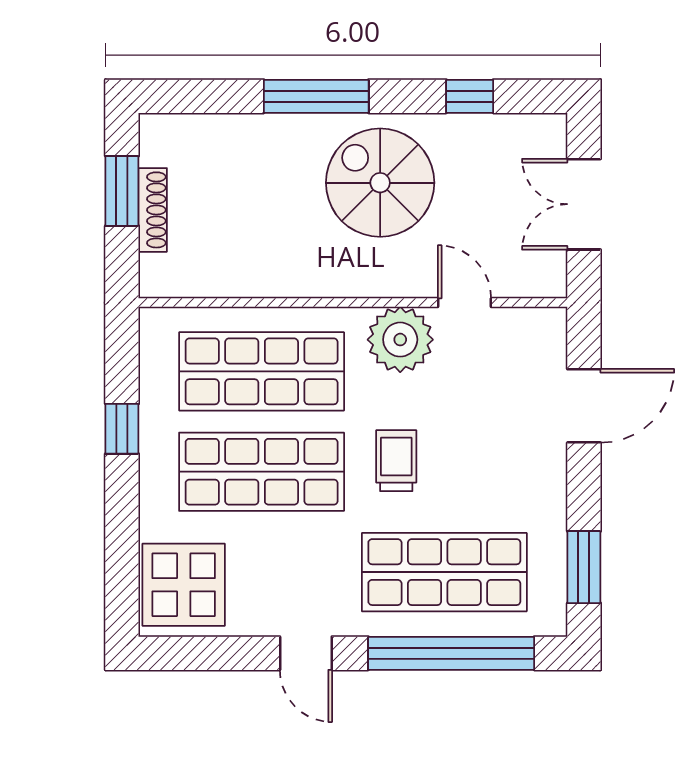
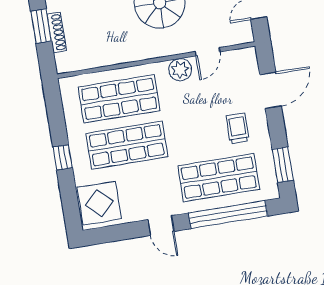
door: (465, 303) -> (208, 52), swing flipped
plant: (400, 340) -> (180, 70), width x0.73, depth x0.73
window: (122, 429) -> (63, 157), moved
trolley: (396, 461) -> (238, 128), moved

